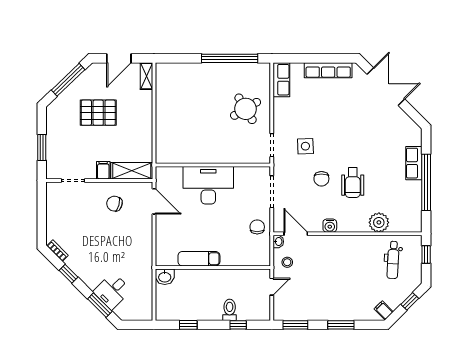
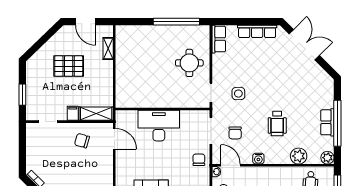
door: (119, 58) -> (86, 22), hinge flipped
shelving: (146, 76) -> (108, 49), moved
window: (68, 80) -> (44, 39), removed
round table: (246, 109) -> (189, 63), turned 31
row of seats: (414, 163) -> (327, 122), moved
chair: (321, 179) -> (235, 133), moved
plant: (414, 224) -> (327, 158), added

